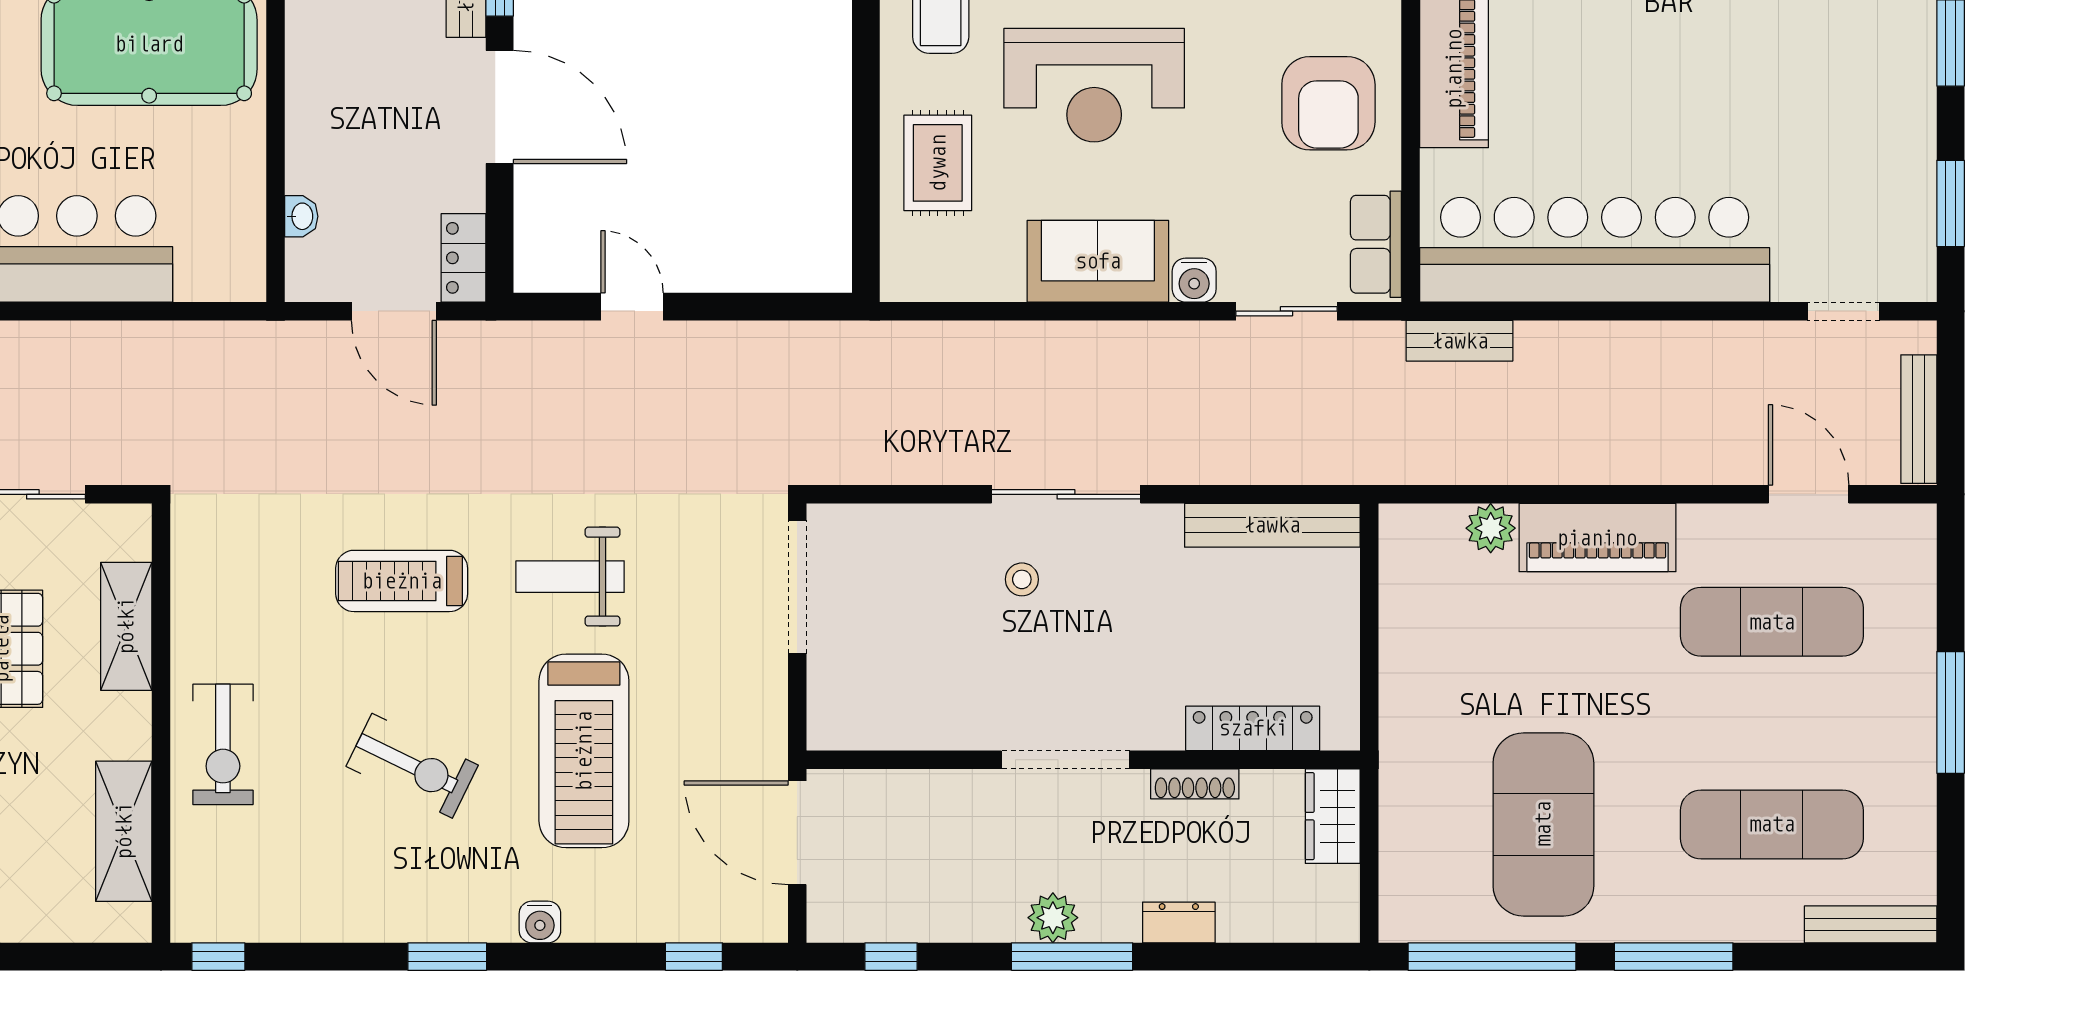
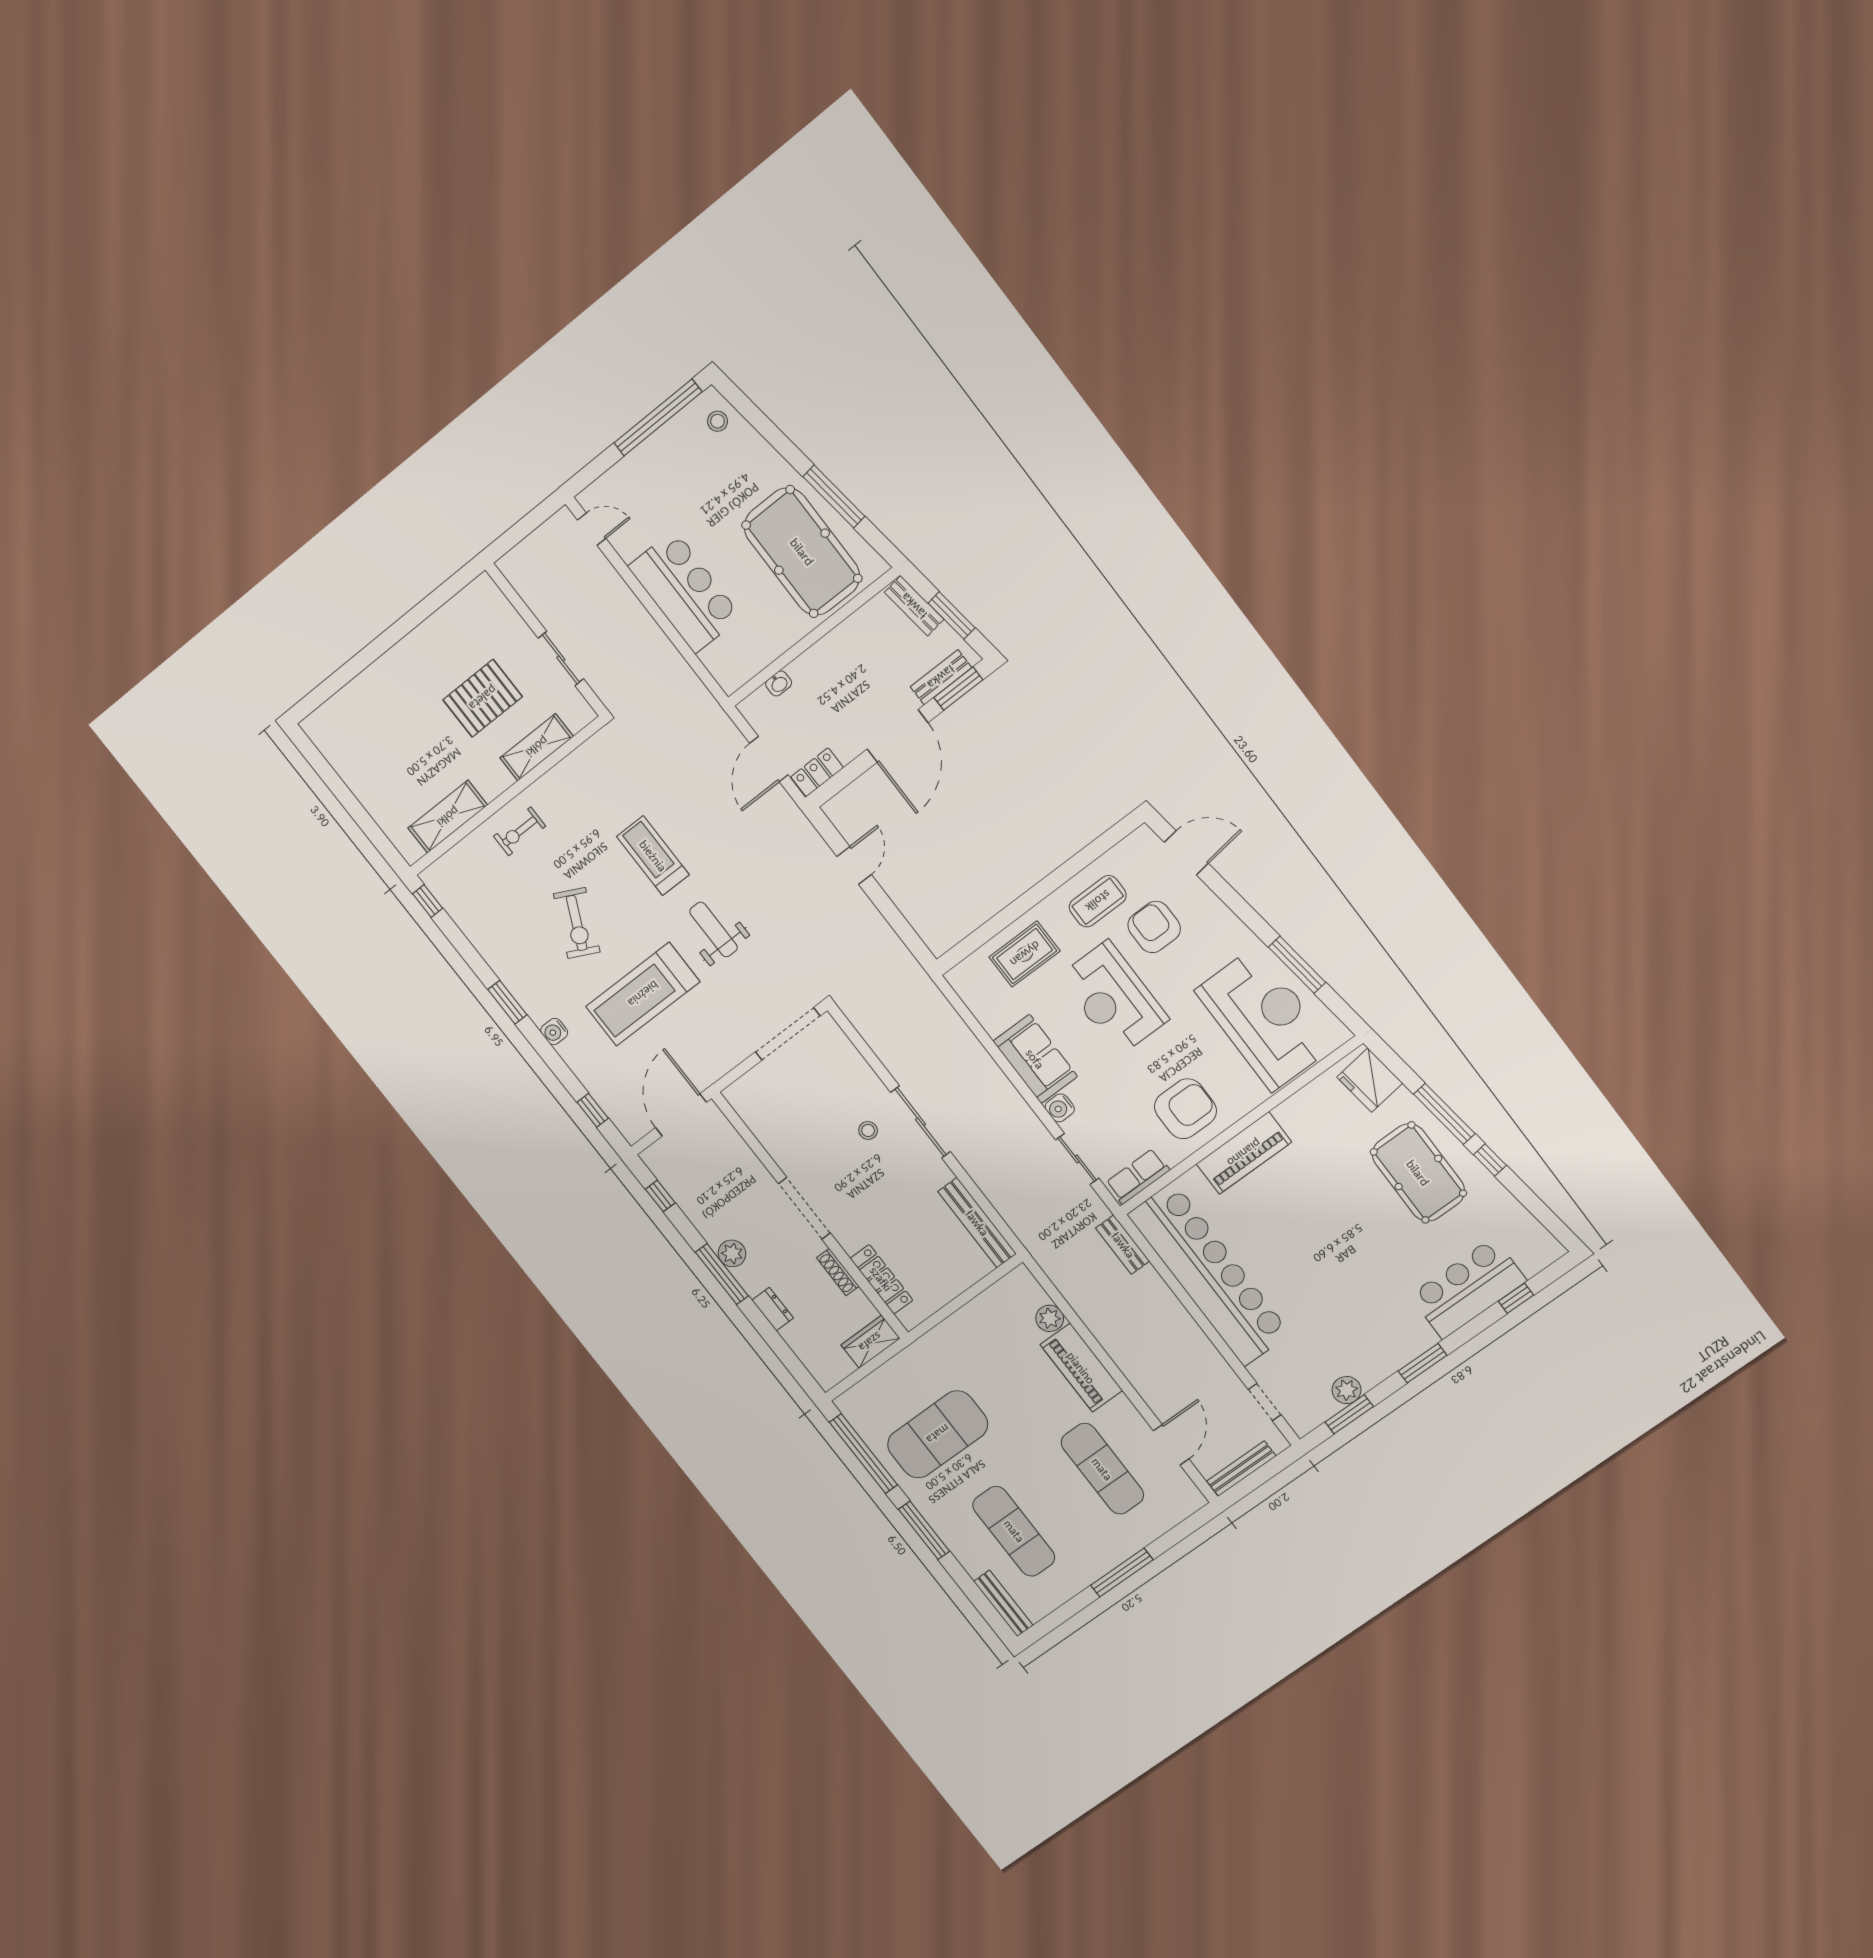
armchair: (1328, 103) -> (1185, 1109), turned 180
plant: (1911, 181) -> (1347, 1390), added
exercise bike: (223, 744) -> (520, 831), width x0.73, depth x0.72

